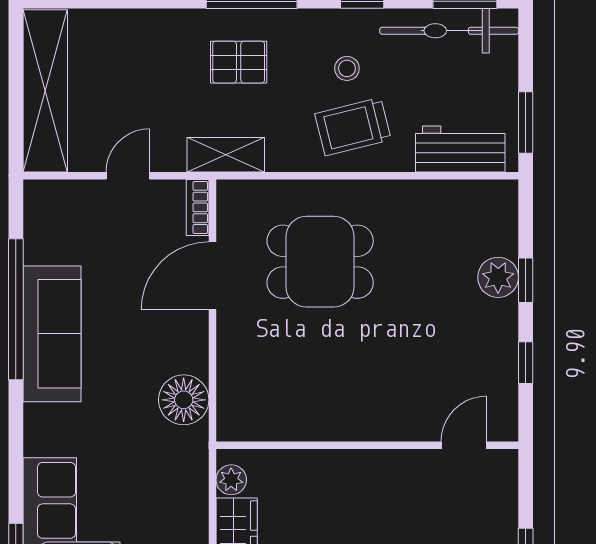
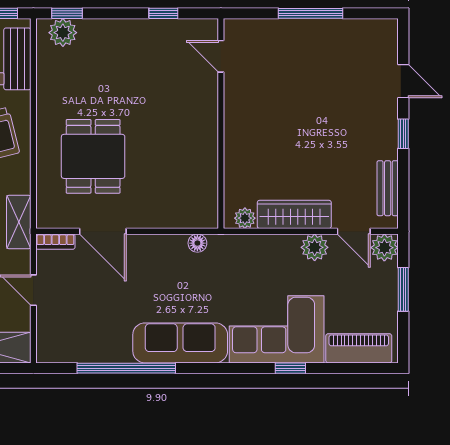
plant: (498, 277) -> (63, 33), moved
window: (526, 280) -> (67, 13), moved
sofa: (52, 334) -> (180, 343), moved
floor lamp: (184, 400) -> (197, 243), width x0.53, depth x0.53

